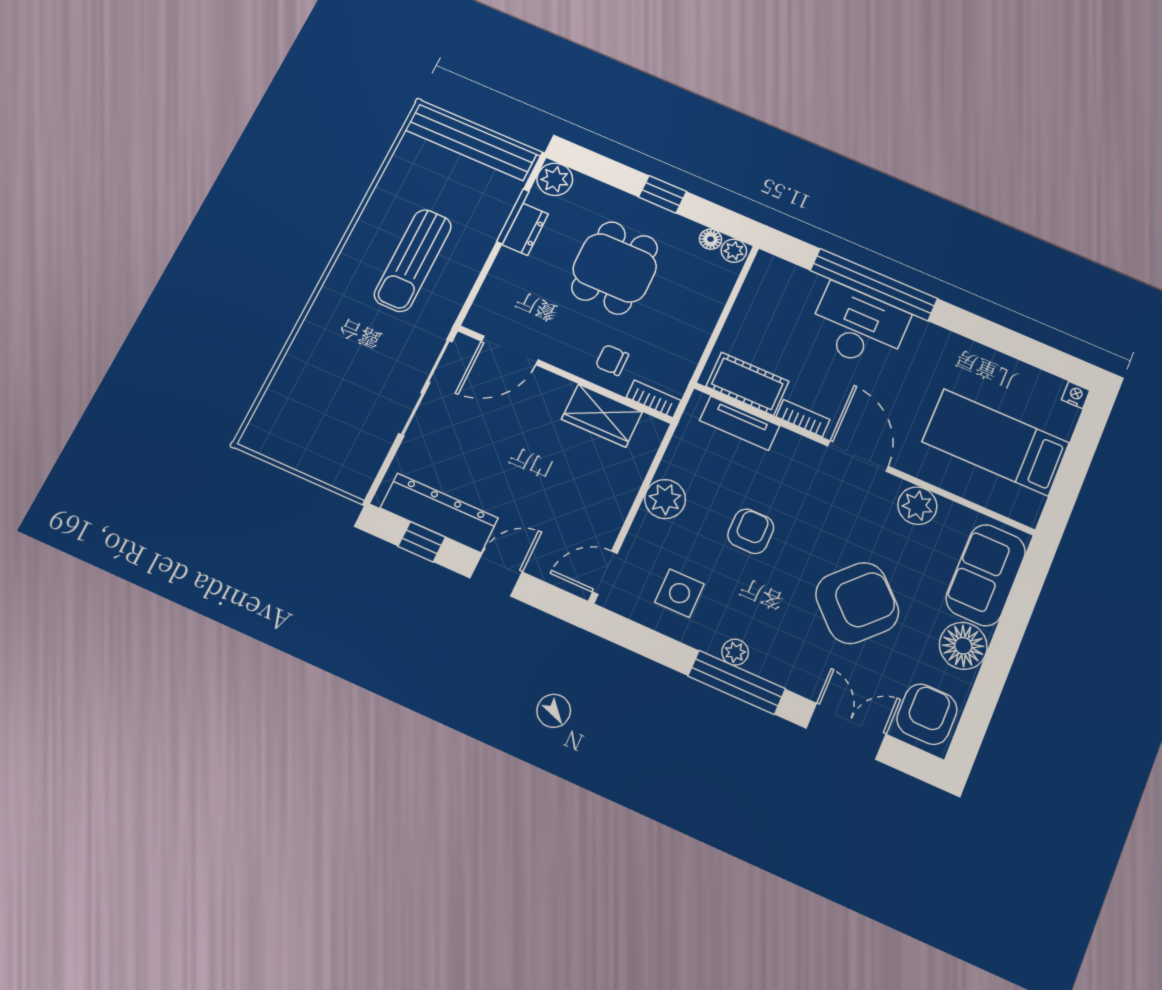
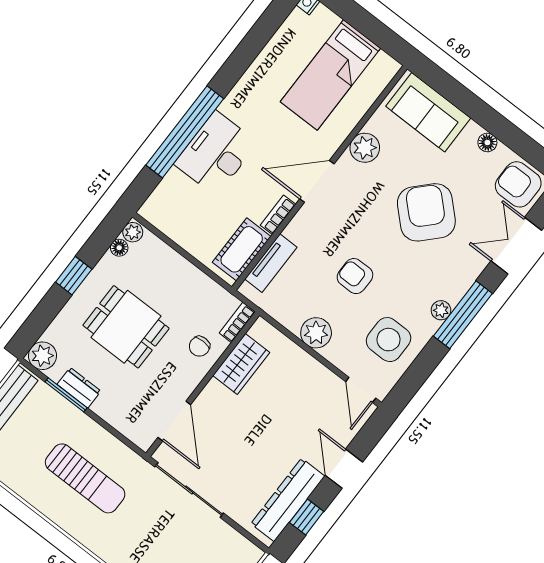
side table: (679, 593) -> (389, 340), width x1.37, depth x1.37
floor lamp: (963, 646) -> (487, 142), width x0.53, depth x0.53

